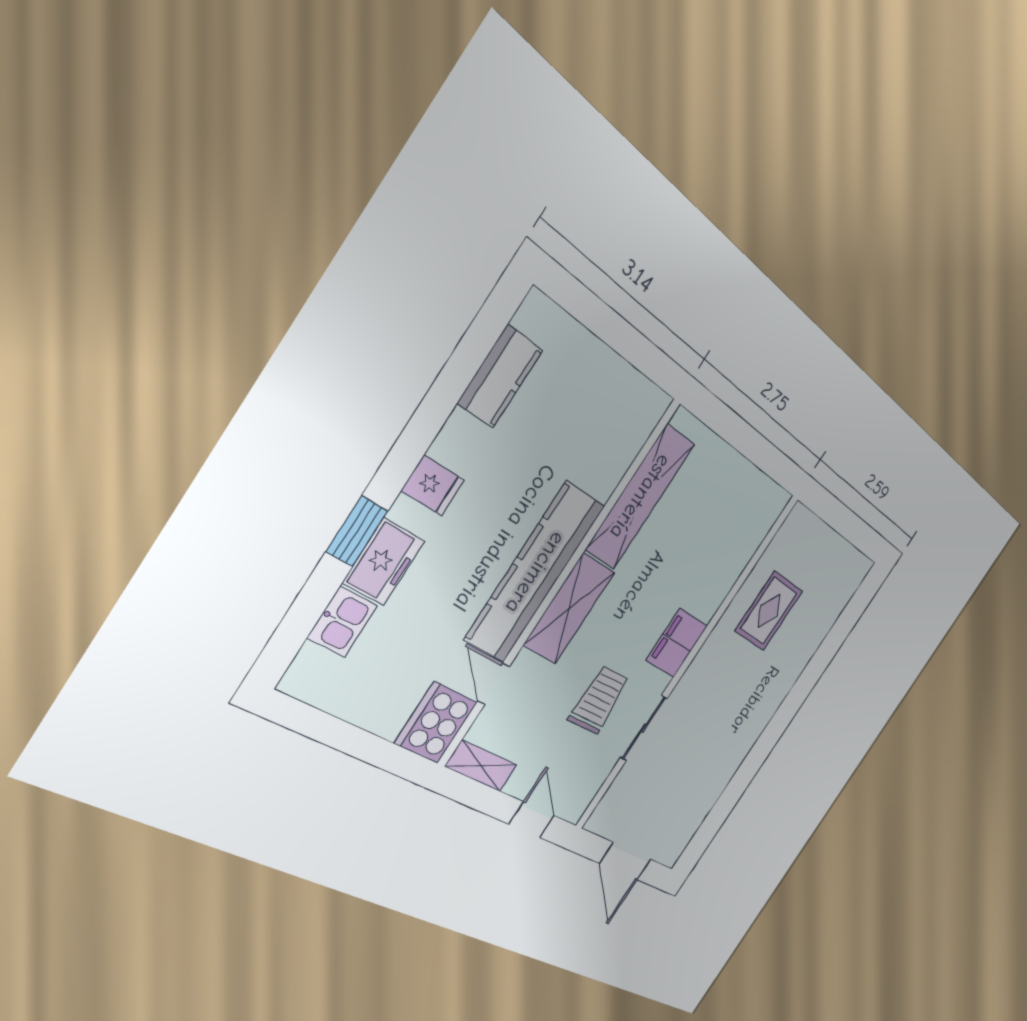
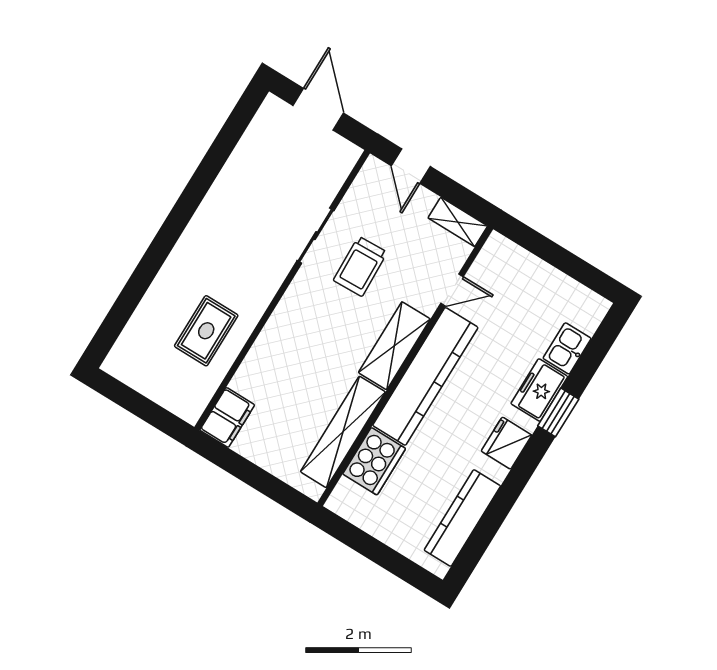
kitchen counter: (500, 377) -> (462, 518), width x1.50
fridge: (433, 486) -> (507, 443), width x1.38
filing cabinet: (677, 643) -> (227, 417), moved
door: (494, 684) -> (452, 290), hinge flipped
cooker: (436, 723) -> (374, 461), moved

